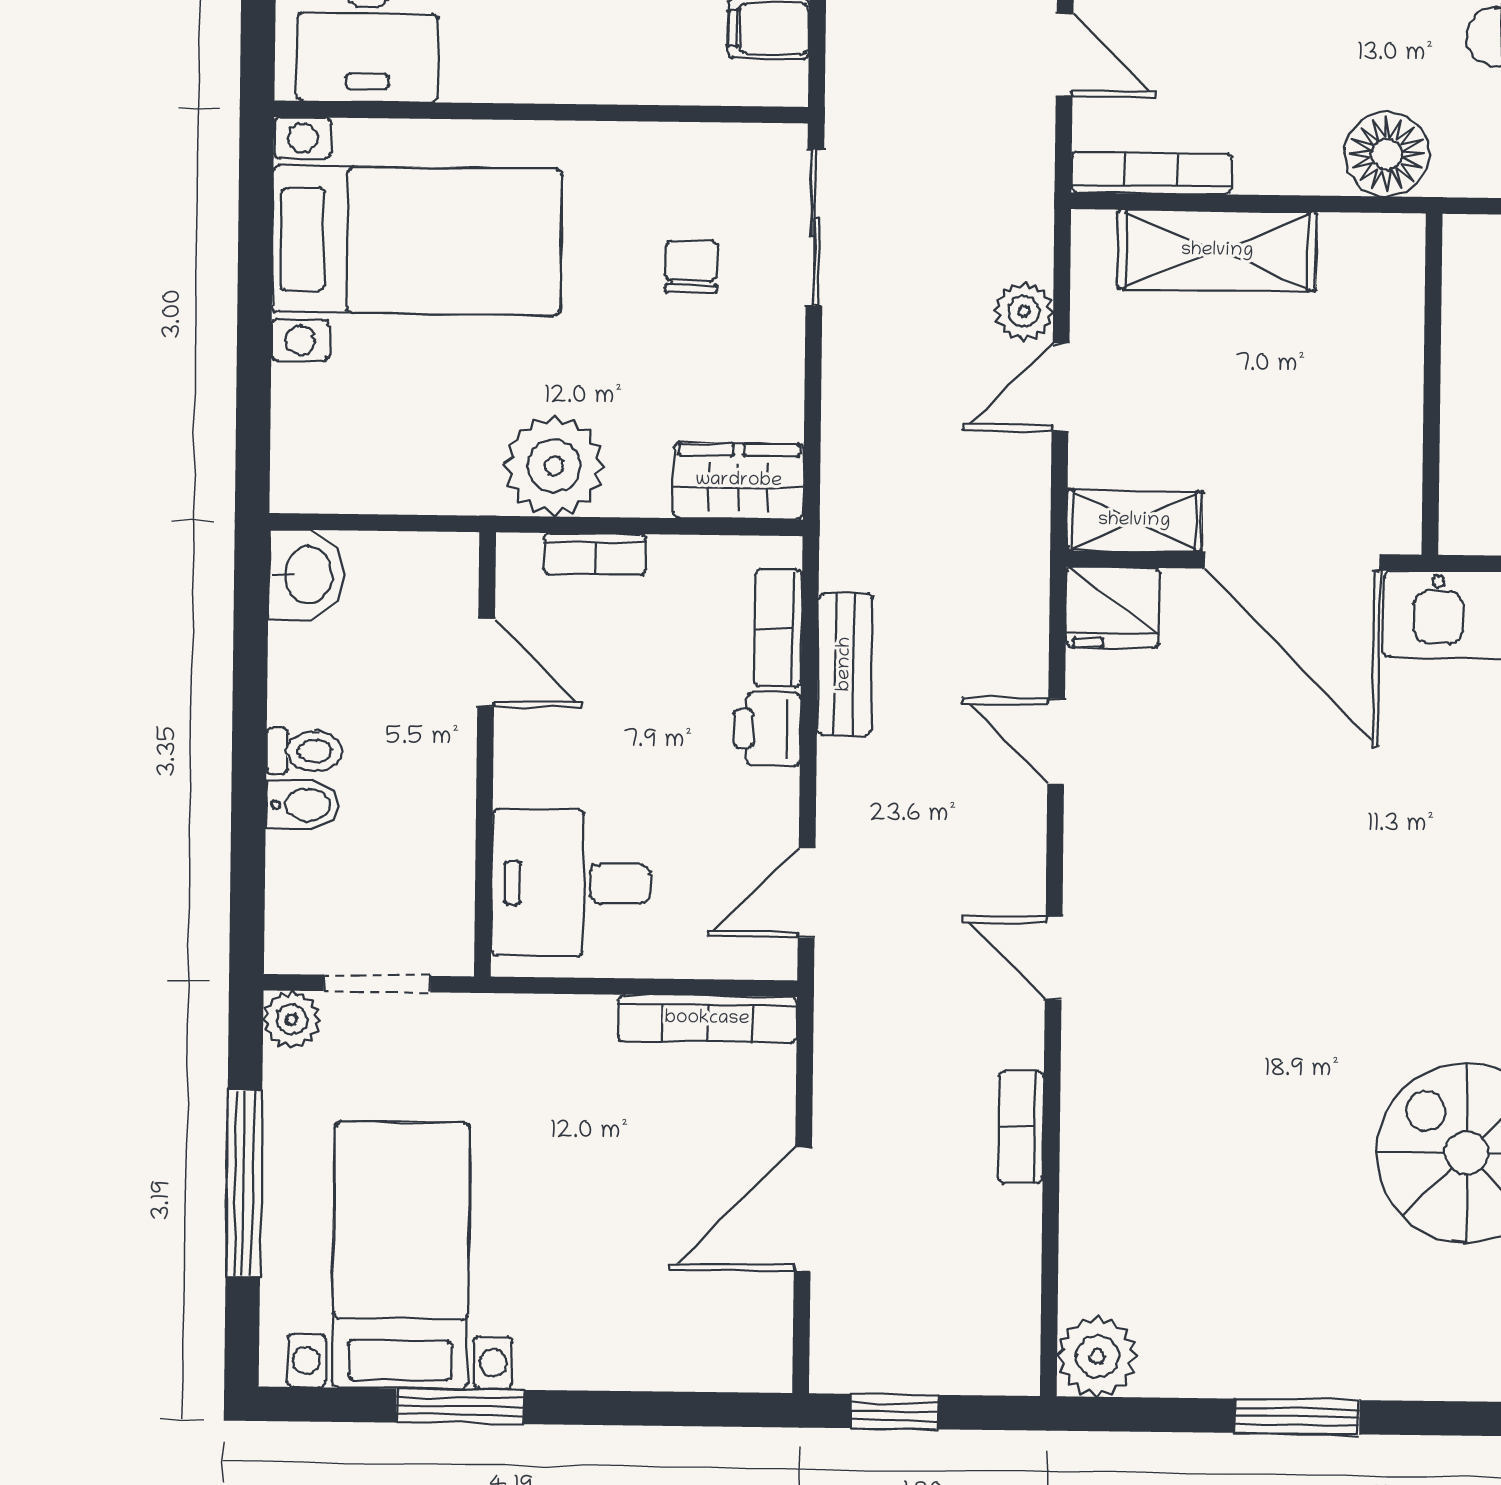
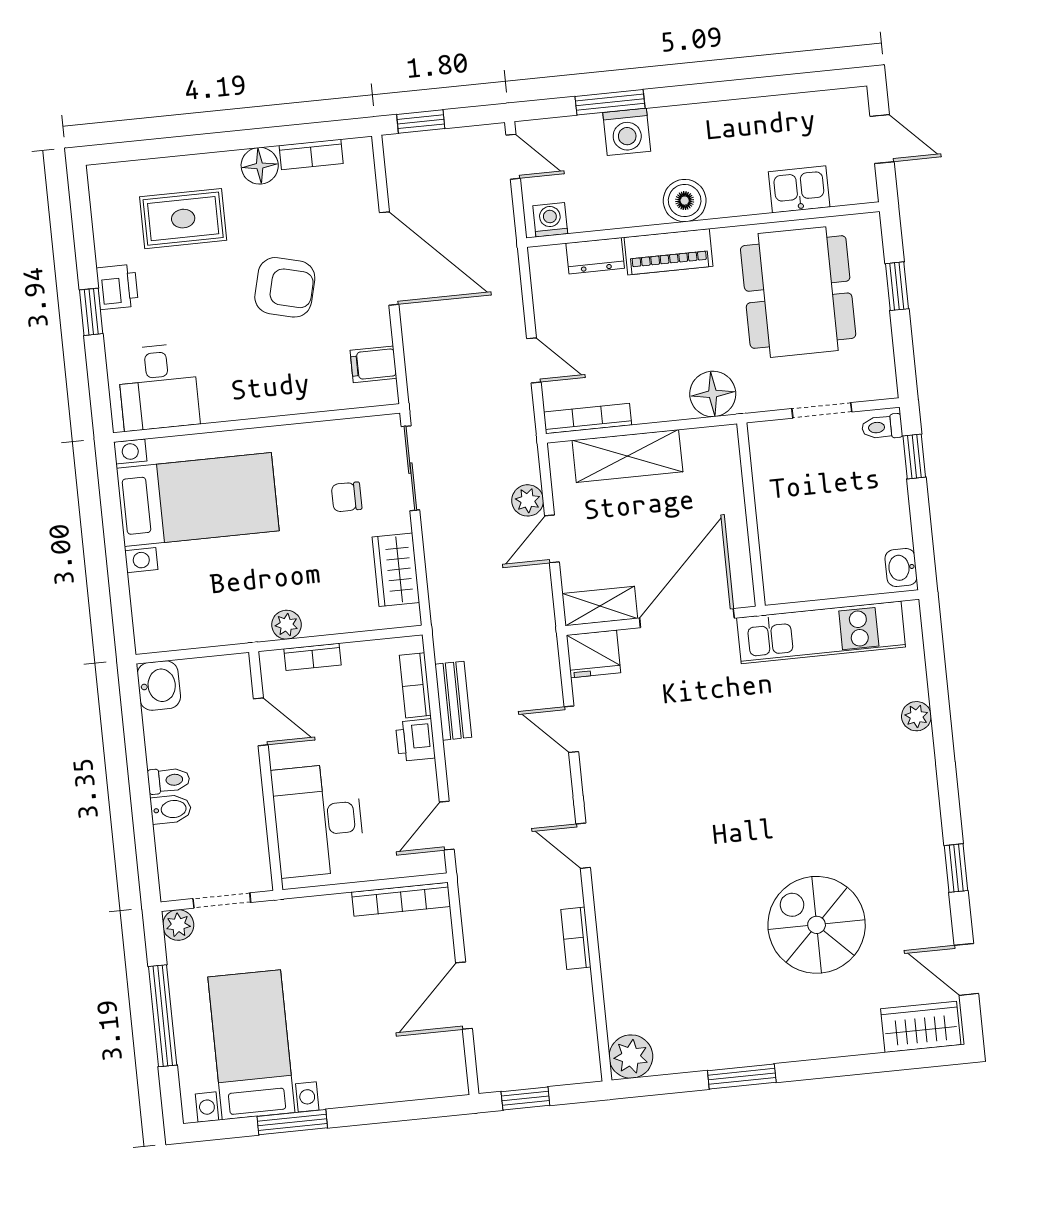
chair: (691, 267) -> (347, 497), turned -90
plant: (554, 466) -> (286, 625), width x0.53, depth x0.53
wardrobe: (739, 481) -> (396, 570), moved, turned -90
door: (1292, 561) -> (687, 618), swing flipped
desk: (571, 883) -> (318, 820), width x1.37

